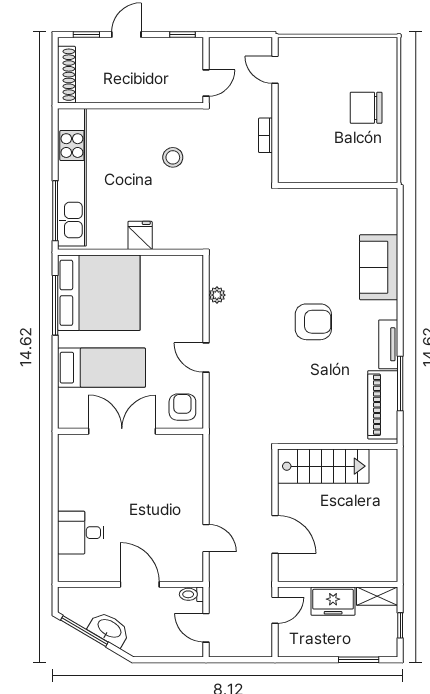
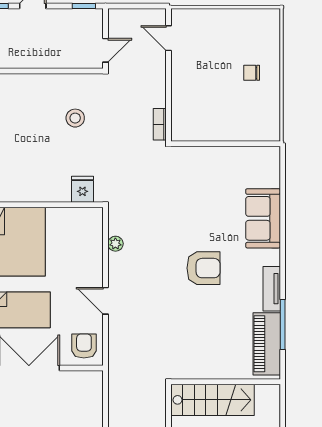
chair: (366, 108) -> (252, 73), width x0.54, depth x0.54
bookcase: (266, 135) -> (160, 124), moved
fridge: (140, 235) -> (82, 189), moved

